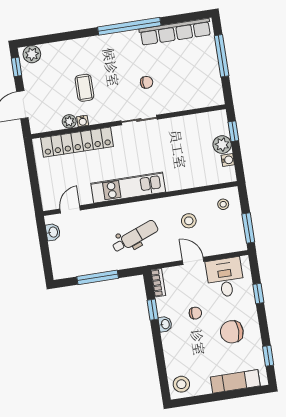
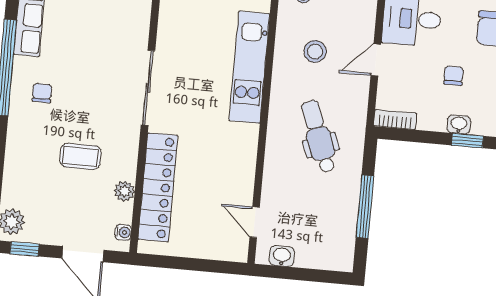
chair: (147, 82) -> (42, 93), moved
sliding door: (139, 120) -> (148, 88), width x1.37
water cooler: (83, 121) -> (123, 232), moved
kitchen unit: (128, 188) -> (249, 67), moved
window: (153, 310) -> (467, 141), moved

